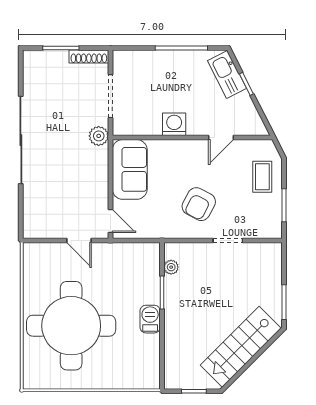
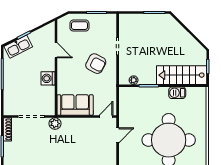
barbecue: (150, 319) -> (177, 93), moved
stairs: (241, 347) -> (182, 75), moved, turned 135

